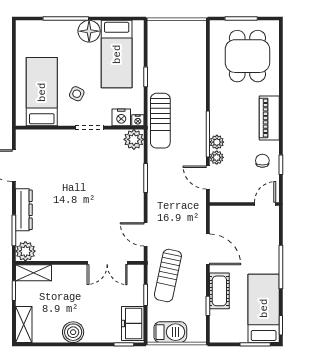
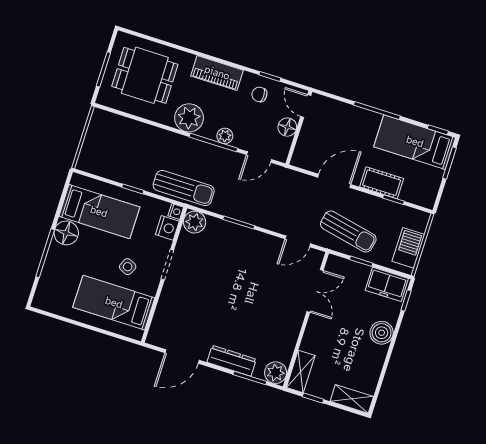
plant: (217, 157) -> (189, 118), moved, width x1.88, depth x1.88
floor lamp: (242, 194) -> (287, 127), added
boiler: (73, 332) -> (382, 333), moved

